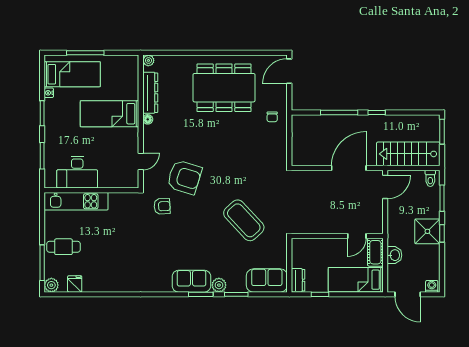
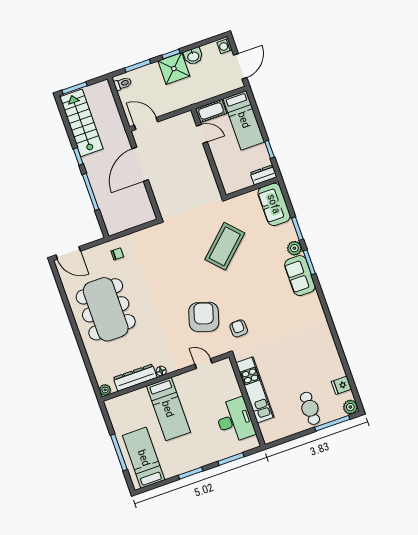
nightstand: (49, 93) -> (169, 474), removed
stairs: (408, 154) -> (81, 123), moved, turned 180
door: (349, 168) -> (140, 164), hinge flipped
kitchen unit: (76, 201) -> (255, 390), moved
washbasin: (394, 255) -> (193, 56), moved, turned 180

